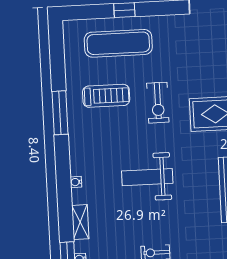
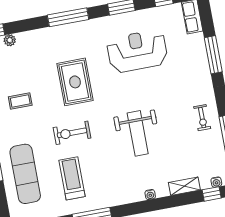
coffee table: (202, 49) -> (20, 101), added
exercise bike: (158, 103) -> (72, 133), turned 180

